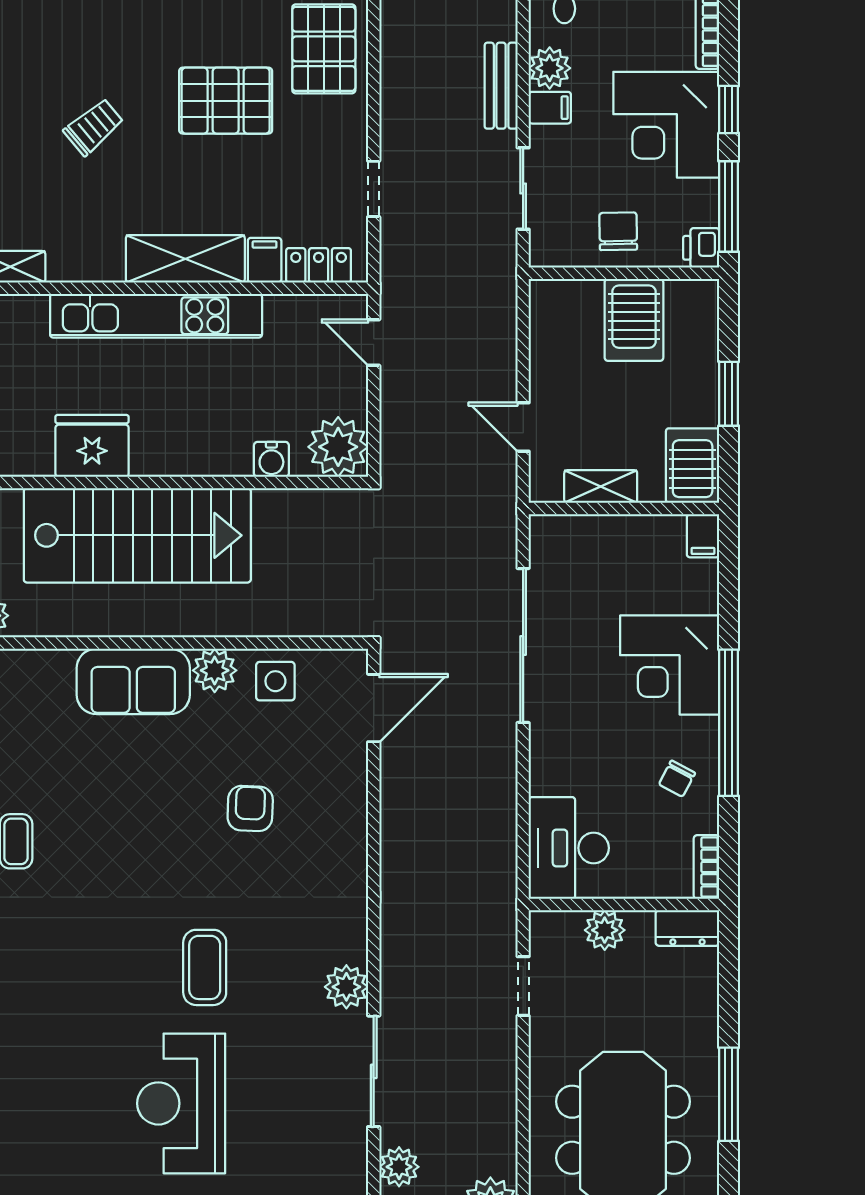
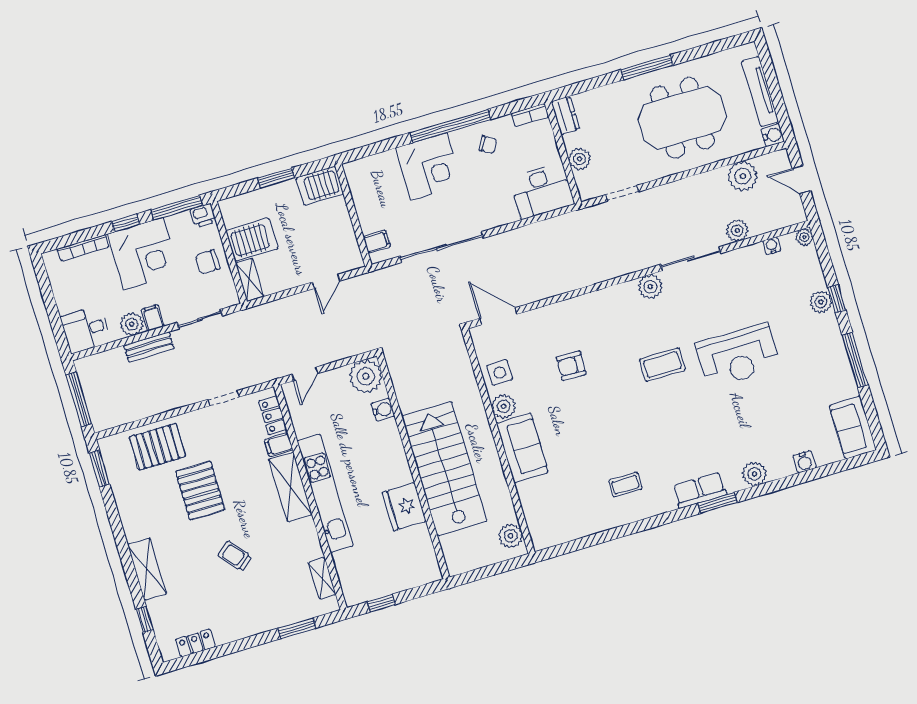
shelving: (601, 487) -> (250, 280), moved
filing cabinet: (703, 536) -> (377, 242), moved

